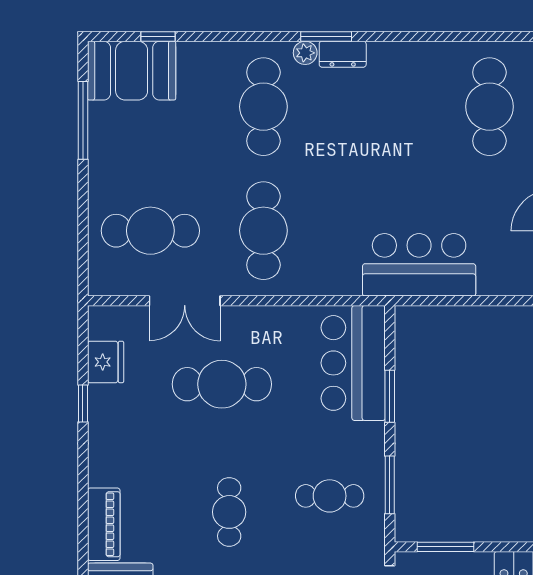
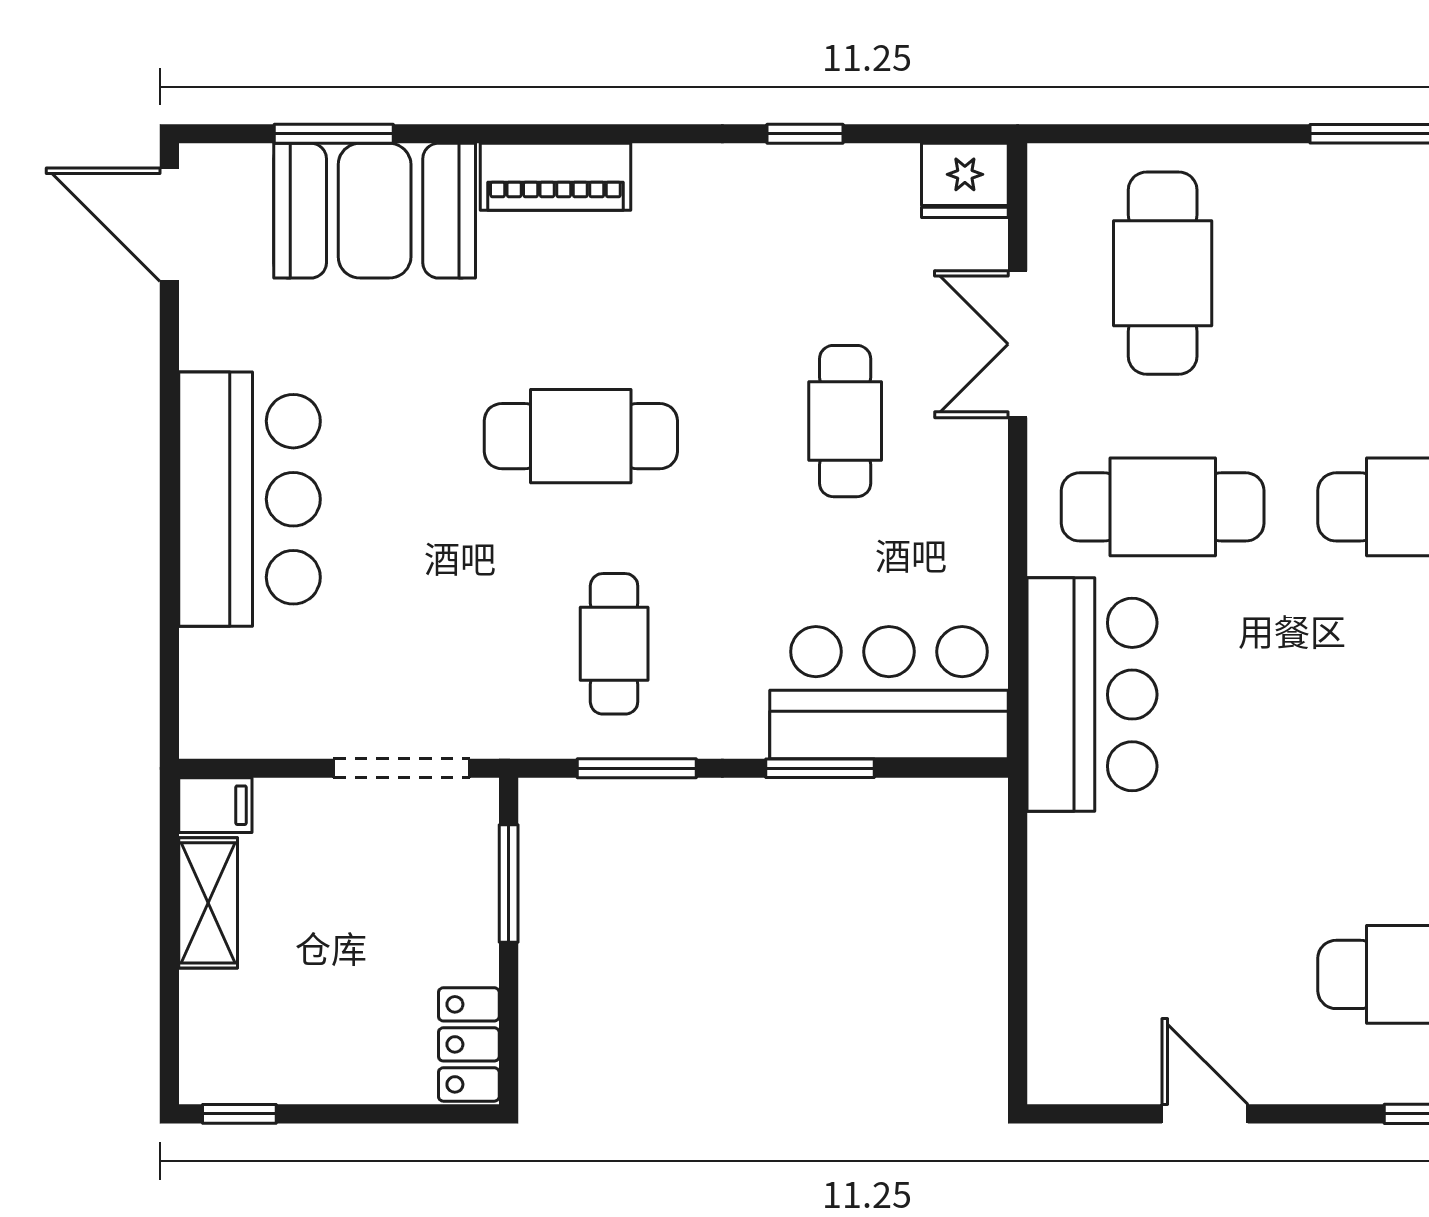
bar counter: (419, 265) -> (1092, 695), moved
fridge: (106, 362) -> (965, 180), moved
cafe table: (222, 384) -> (845, 421), width x0.73, depth x0.74
cafe table: (229, 512) -> (581, 436), width x1.37, depth x1.35

